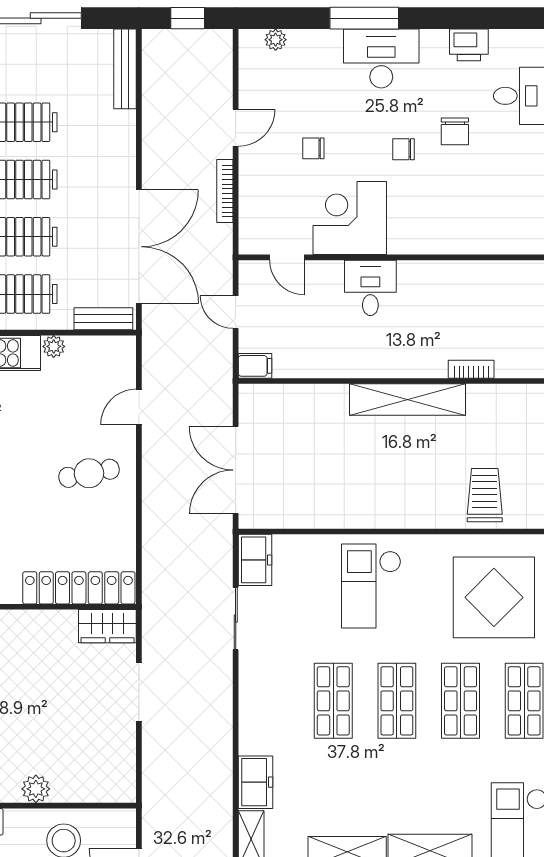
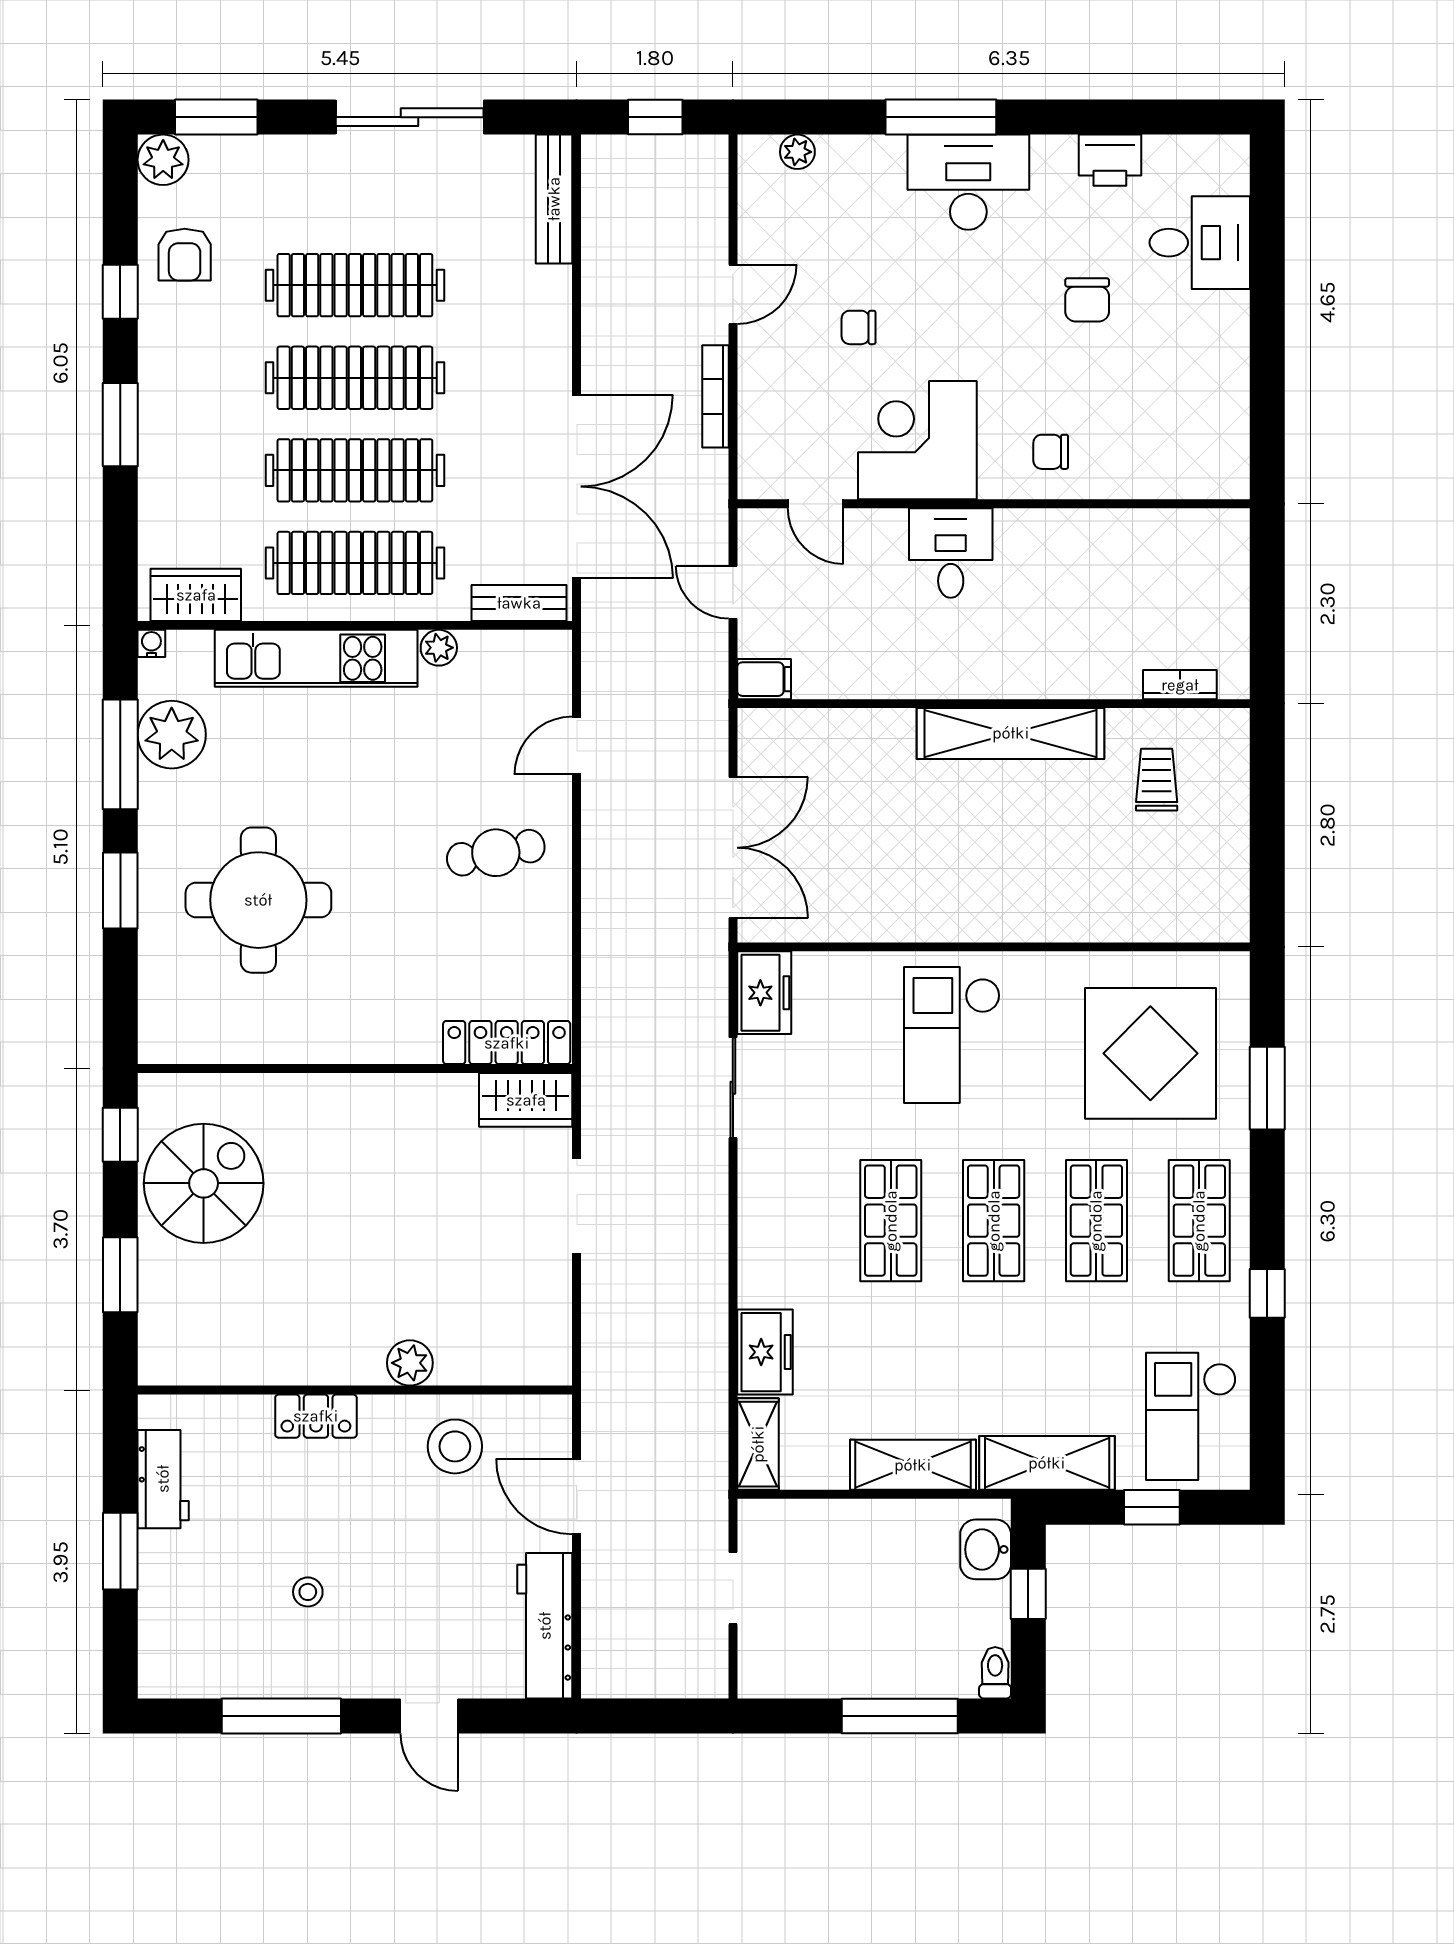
chair: (403, 149) -> (1051, 452), moved
bookcase: (471, 369) -> (1180, 685), moved
double door: (236, 470) -> (733, 848), swing flipped
trolley: (485, 495) -> (1157, 780), moved, width x0.73, depth x0.72
locker: (79, 588) -> (507, 1043), width x0.71, depth x0.83

